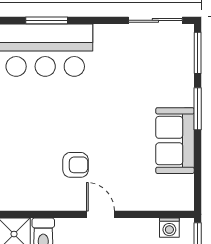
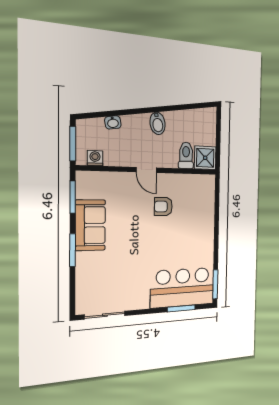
window: (198, 53) -> (73, 197), moved

